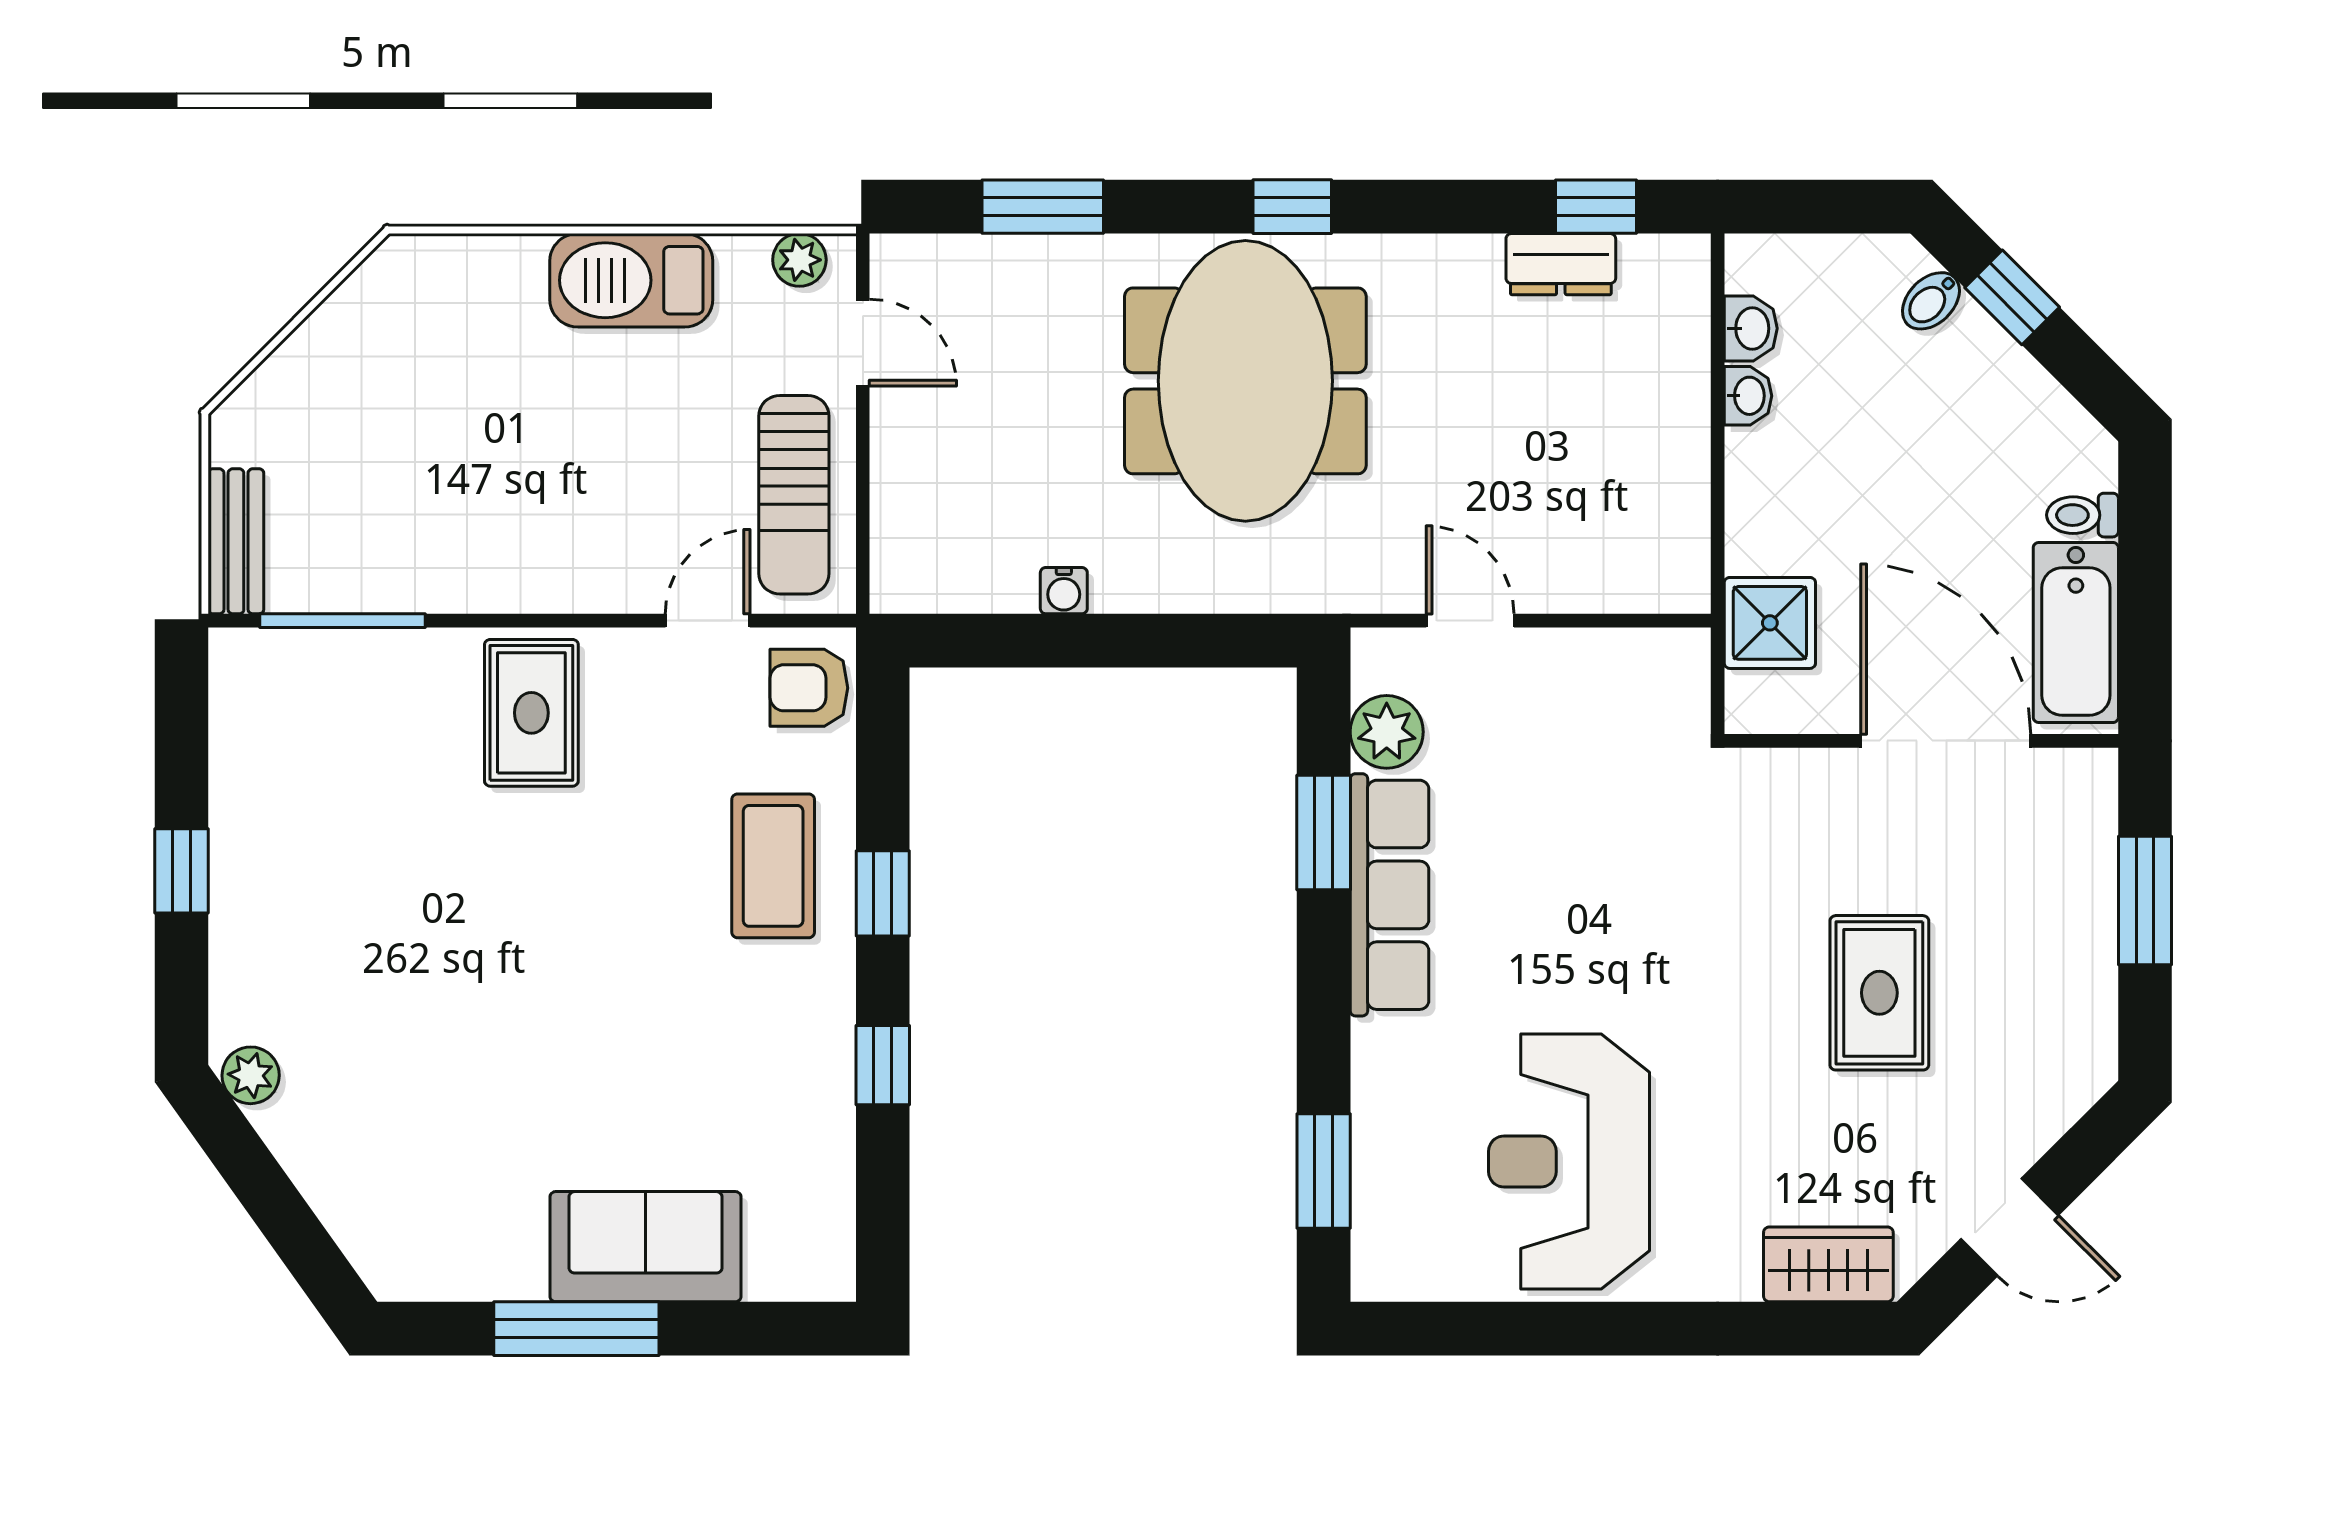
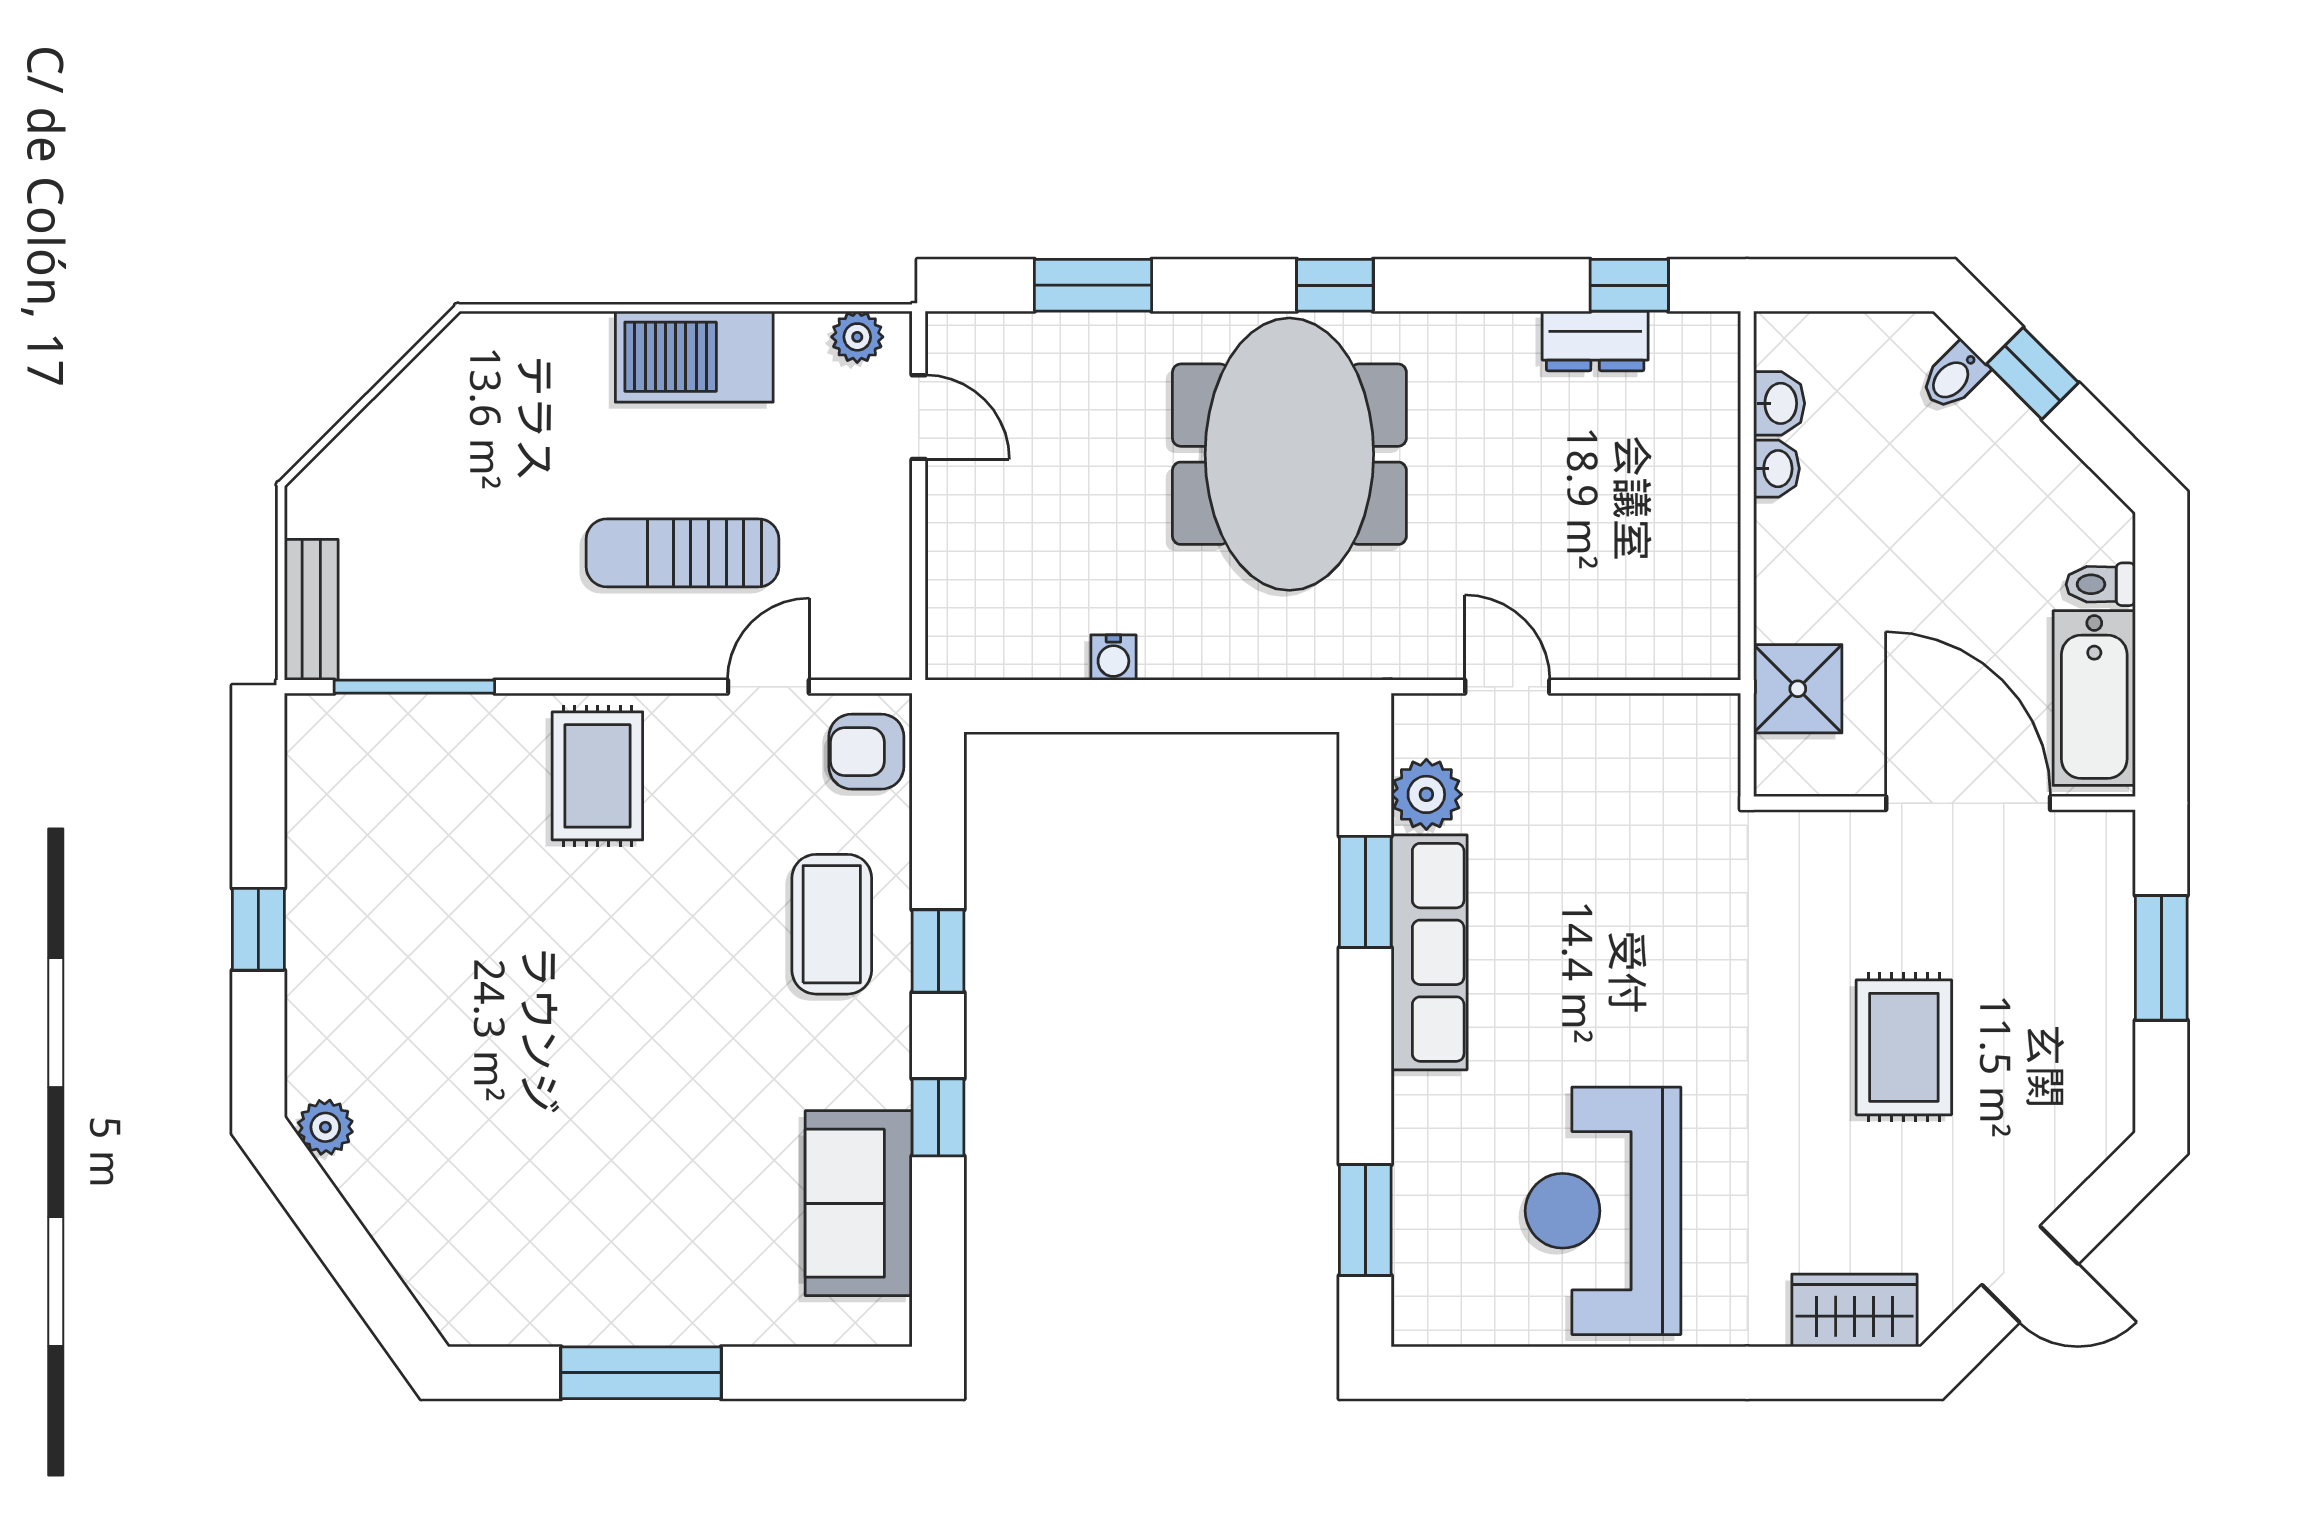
sun lounger: (794, 495) -> (683, 553), moved, turned 90
sofa: (646, 1247) -> (859, 1203), moved, turned -90

